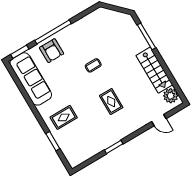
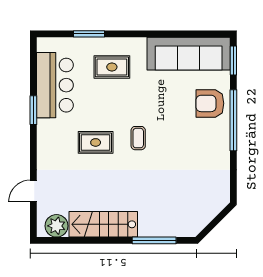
coffee table: (93, 65) -> (138, 138), moved
rug: (64, 117) -> (112, 67), turned 90
bar counter: (93, 143) -> (55, 85), added

